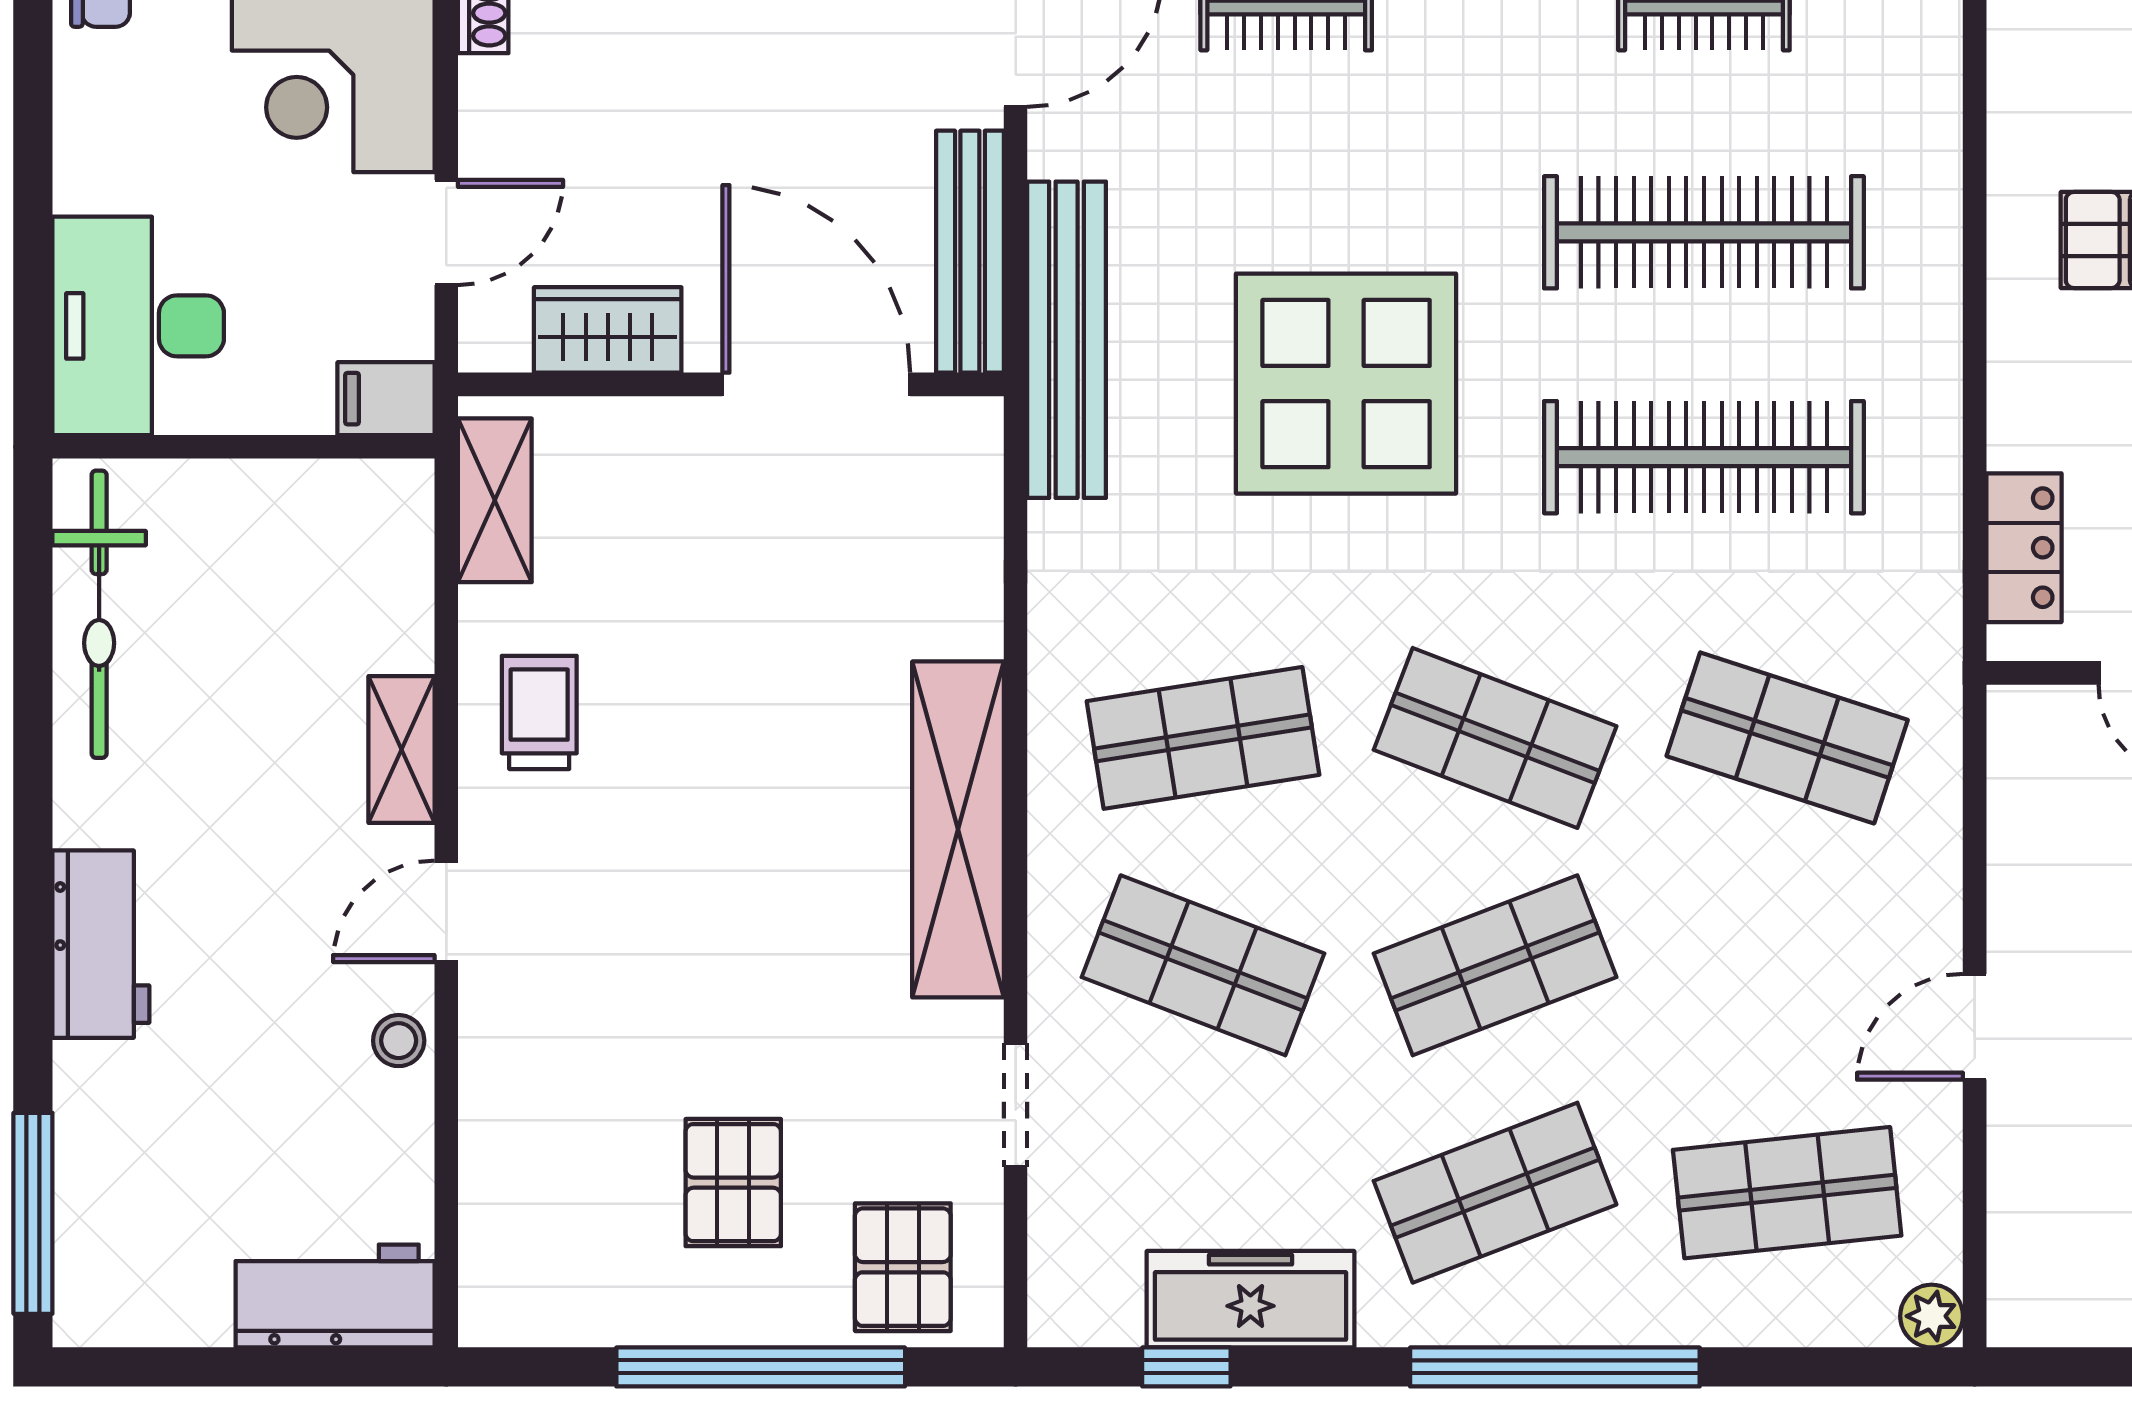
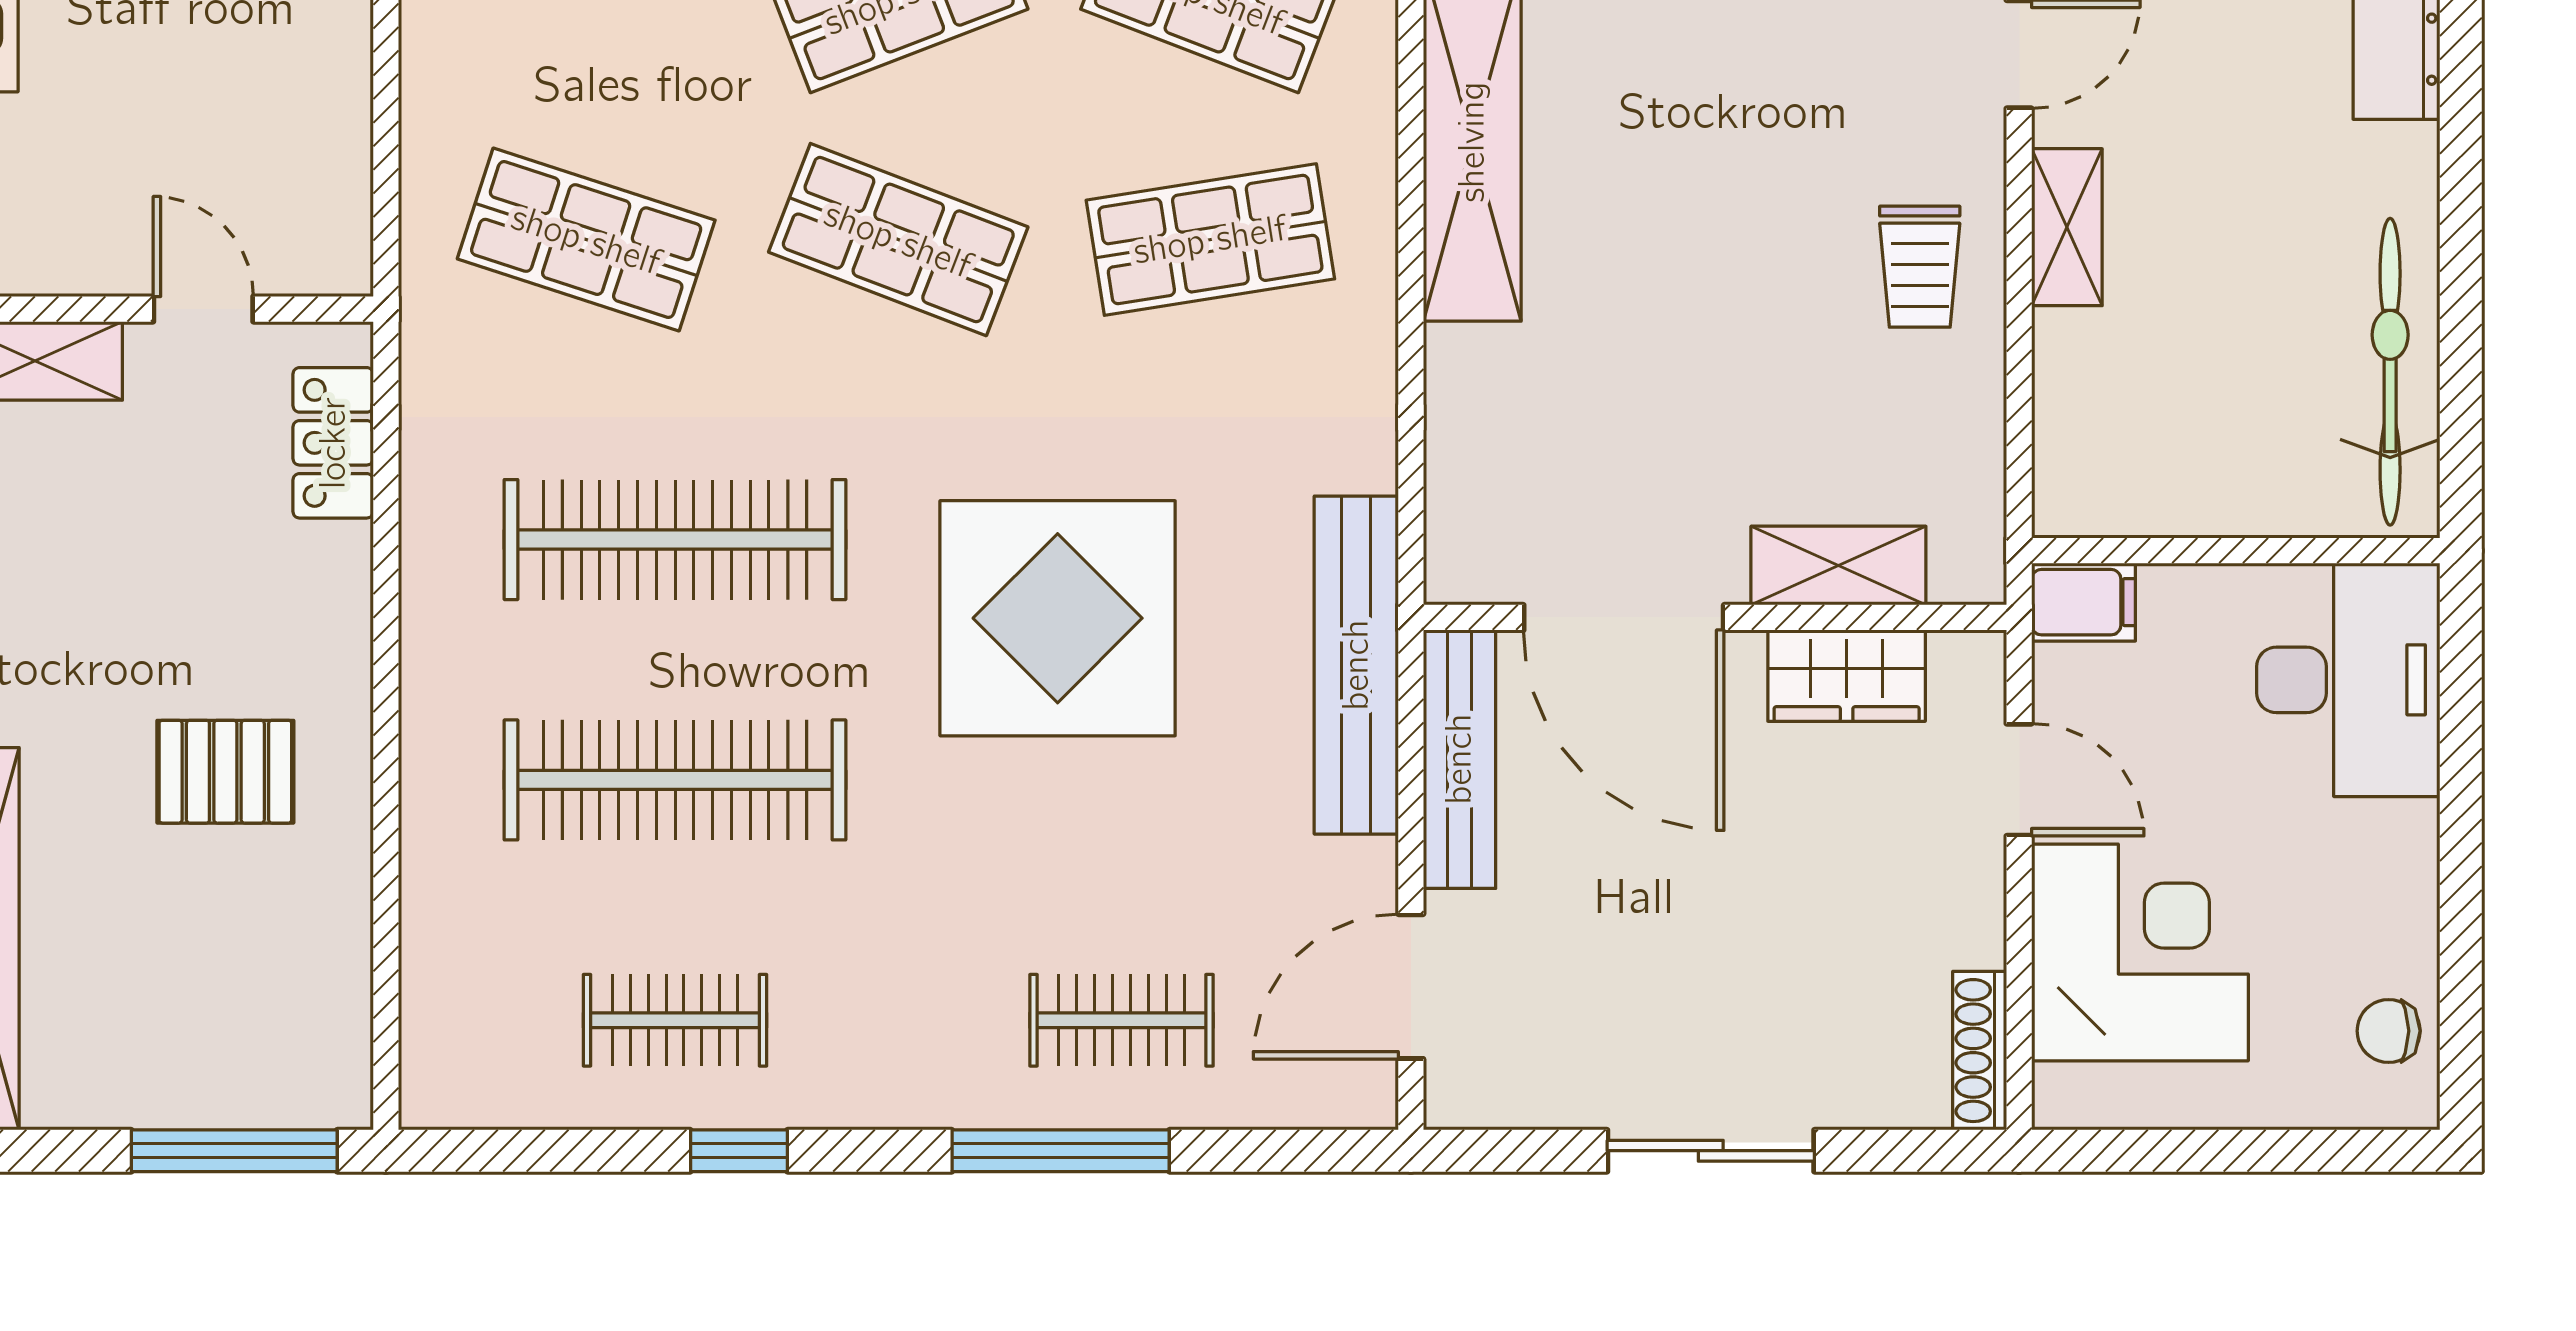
door: (446, 232) -> (2019, 780), swing flipped
shelving: (495, 500) -> (1838, 566), moved, turned 90

